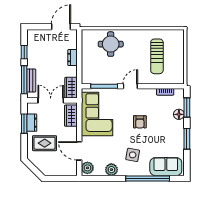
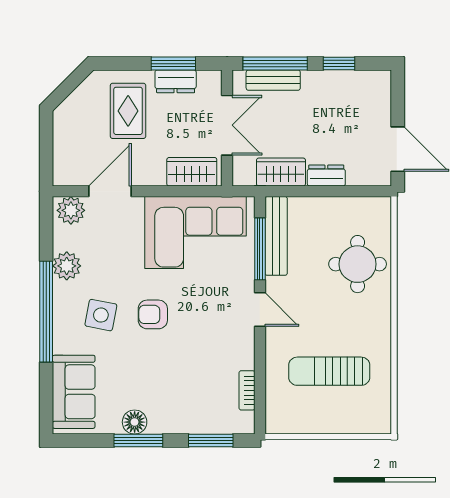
bench: (98, 79) -> (276, 236), added
wardrobe: (71, 88) -> (281, 172), moved
floor lamp: (179, 114) -> (135, 422), moved
armchair: (140, 122) -> (153, 314), moved
window: (148, 179) -> (46, 312), moved

